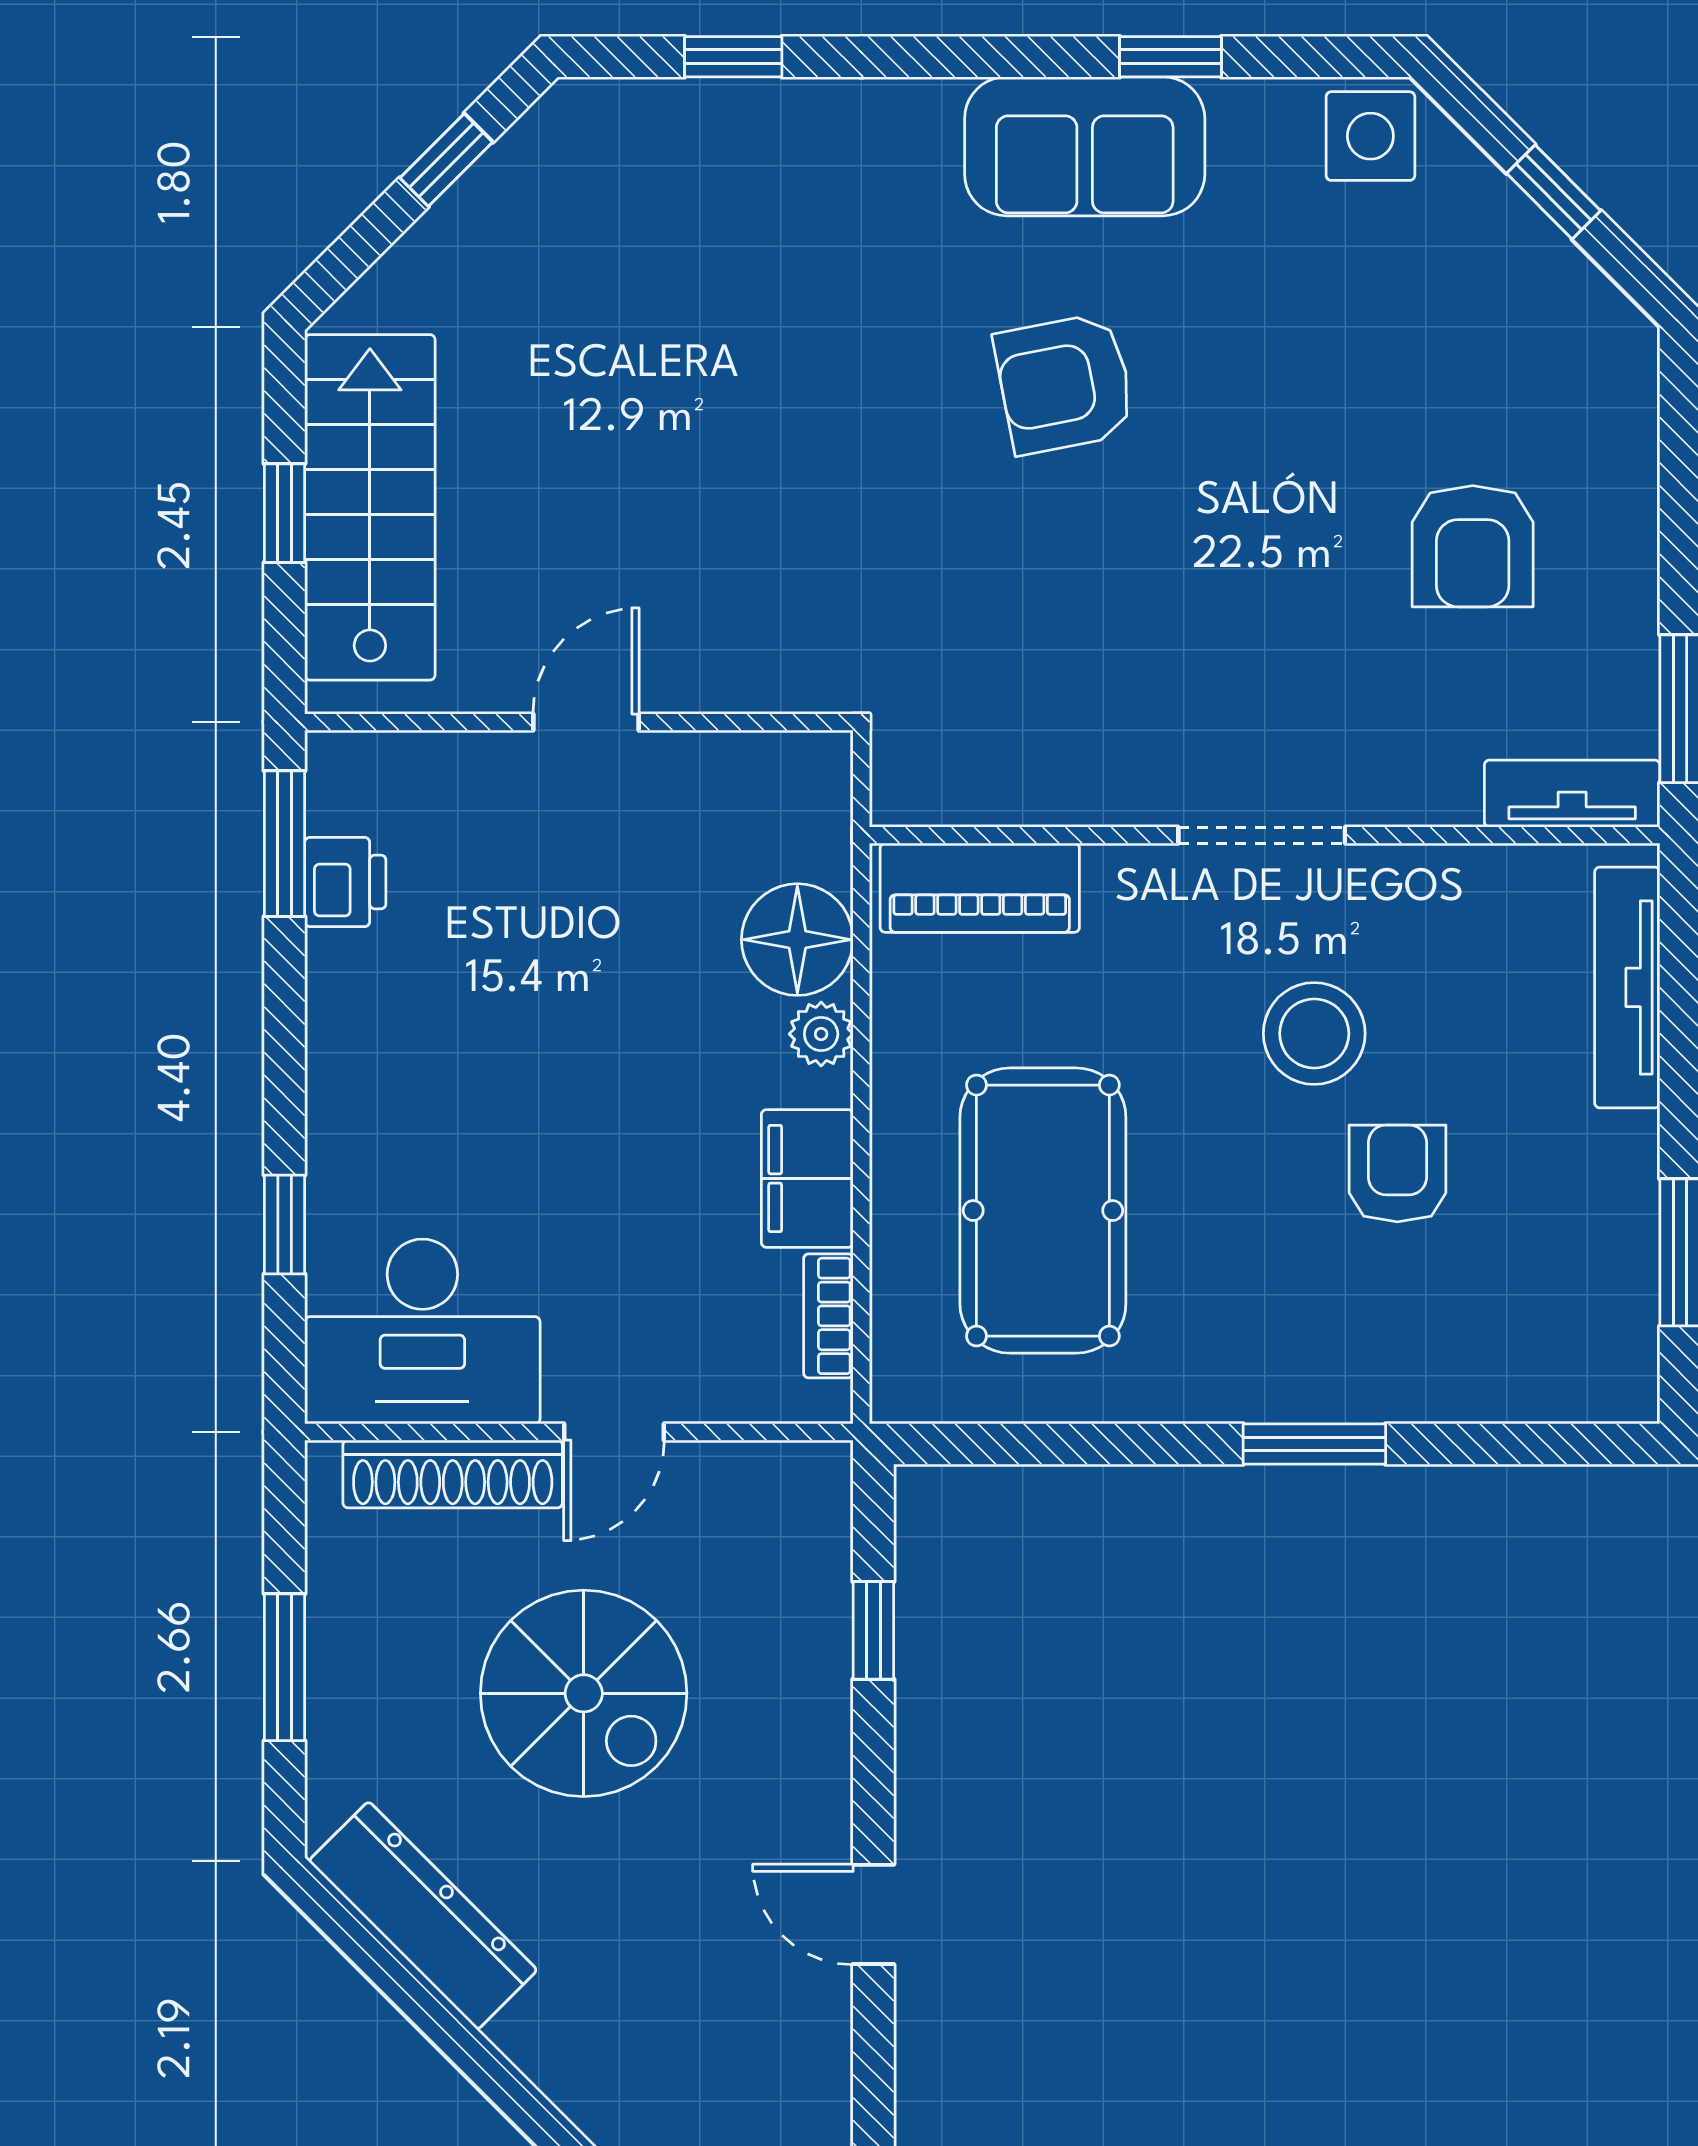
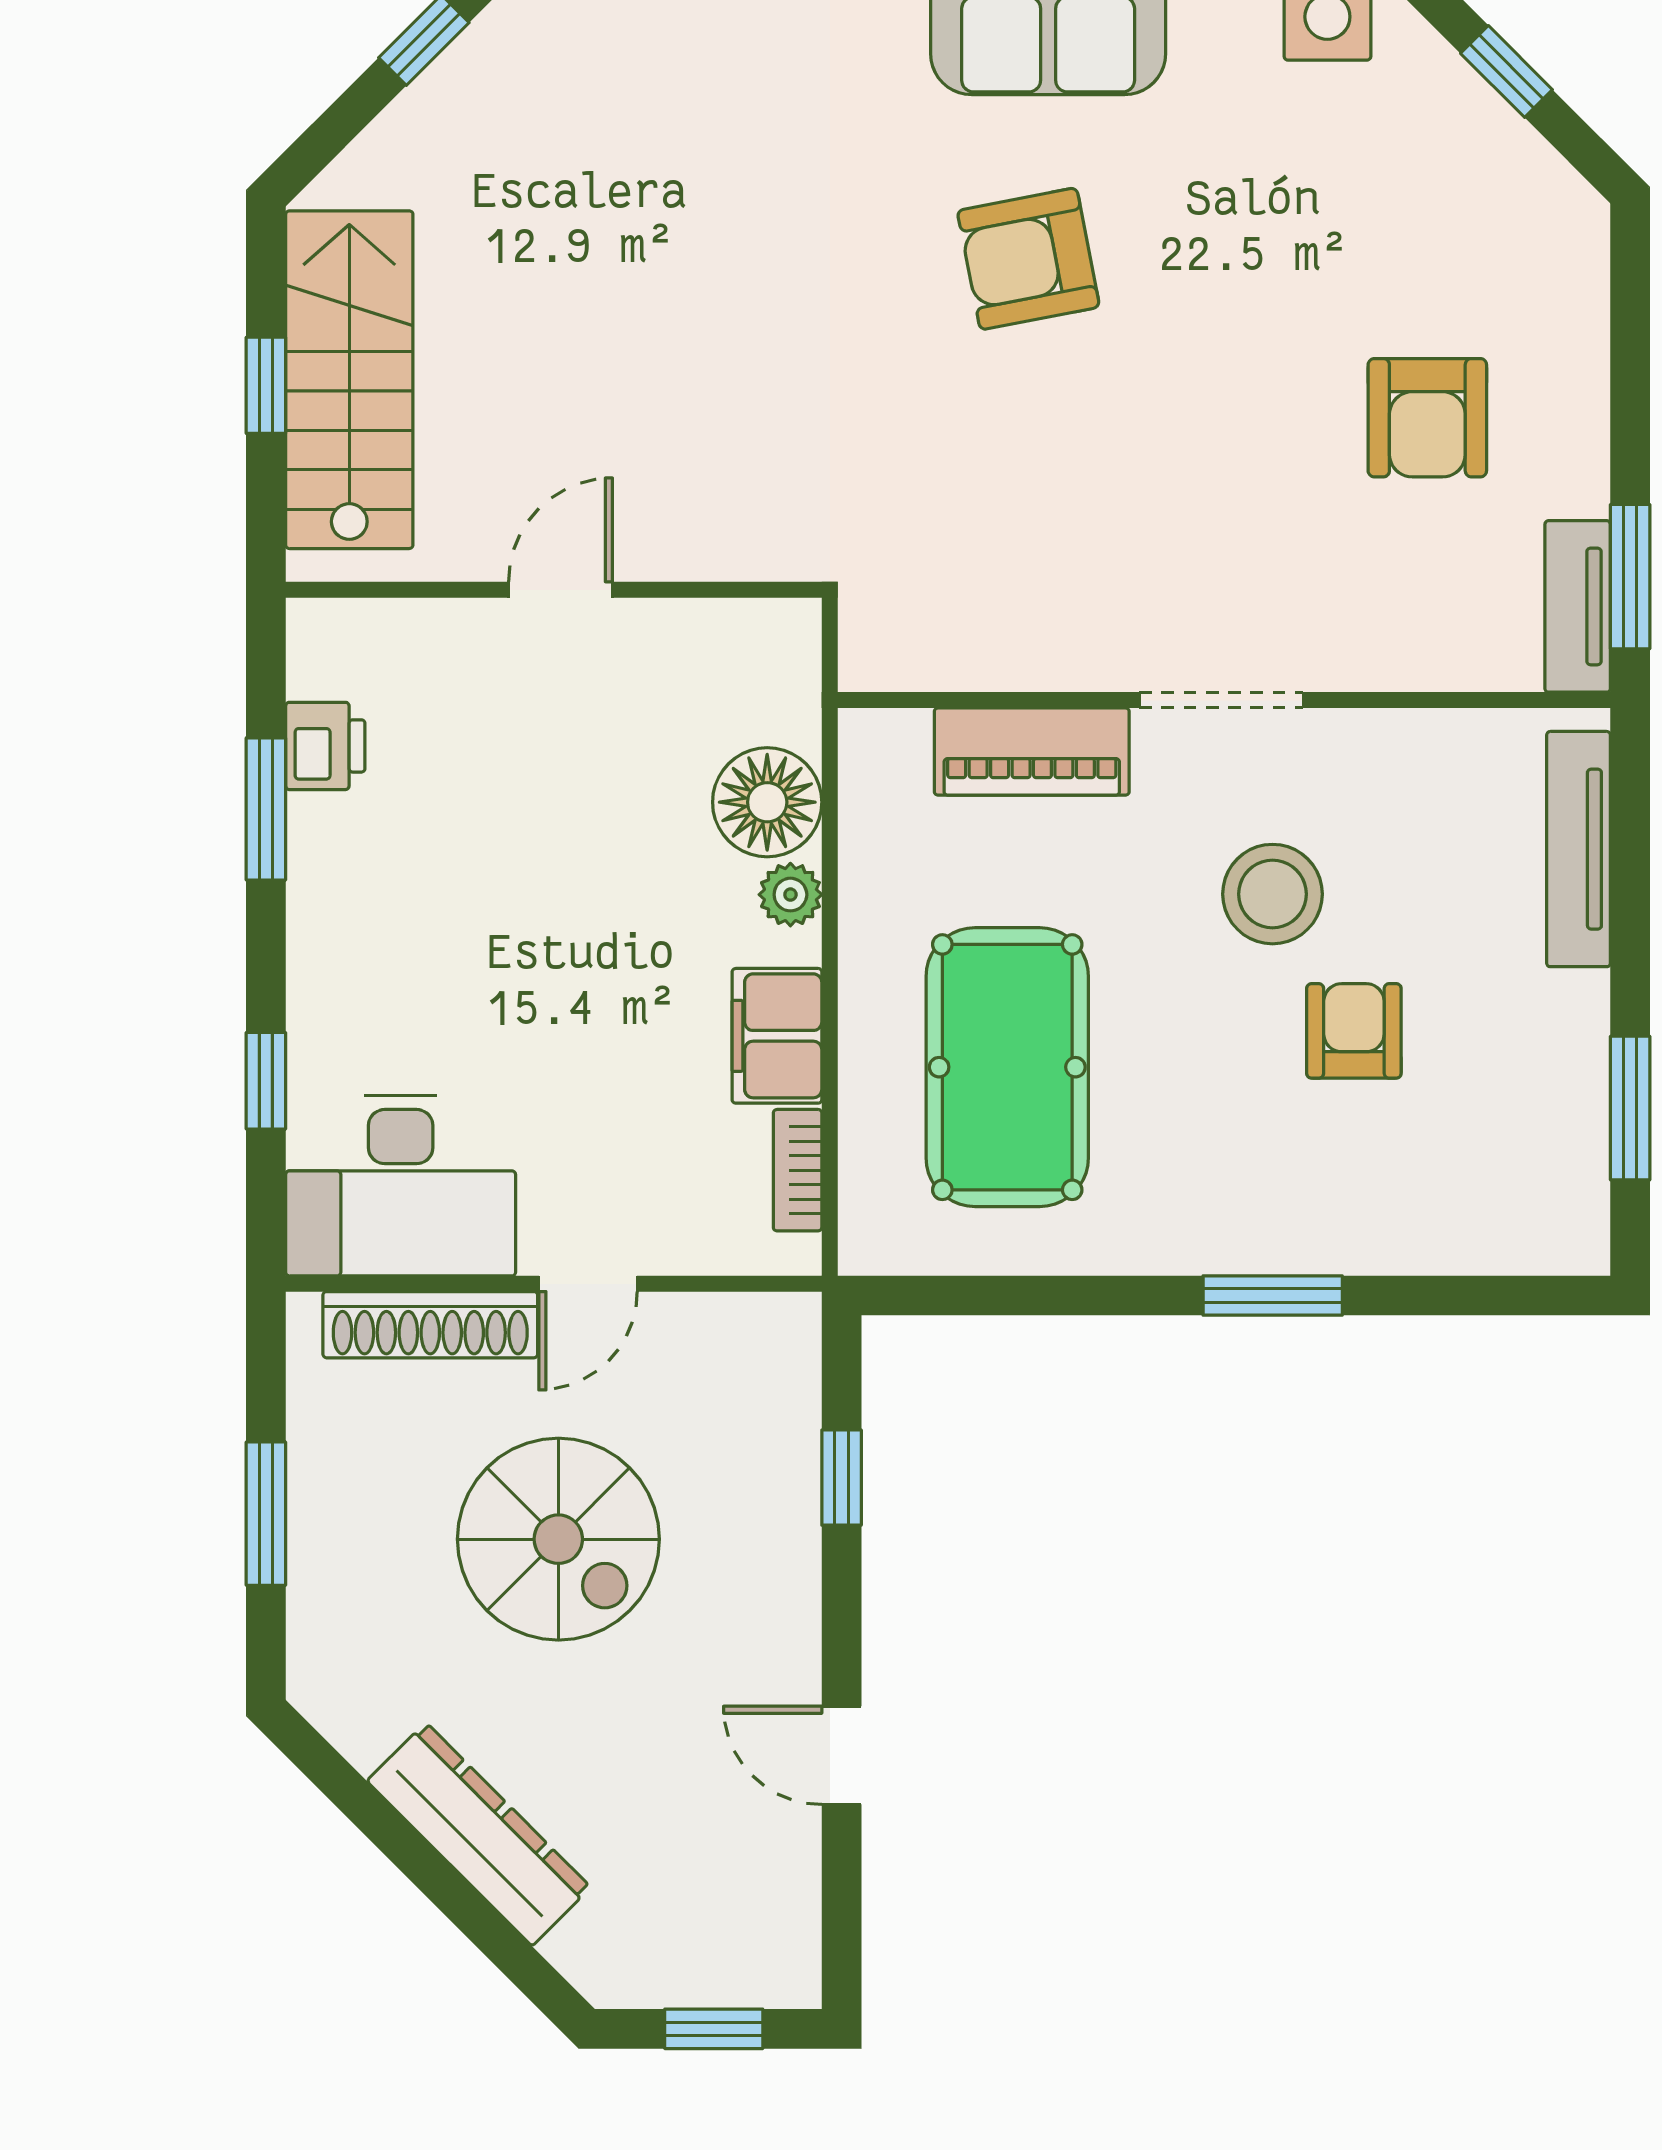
tv unit: (1572, 794) -> (1578, 606), moved, turned -90
window: (285, 844) -> (266, 809), moved
piano: (980, 888) -> (1032, 752), moved
dresser: (423, 1916) -> (479, 1834), moved

